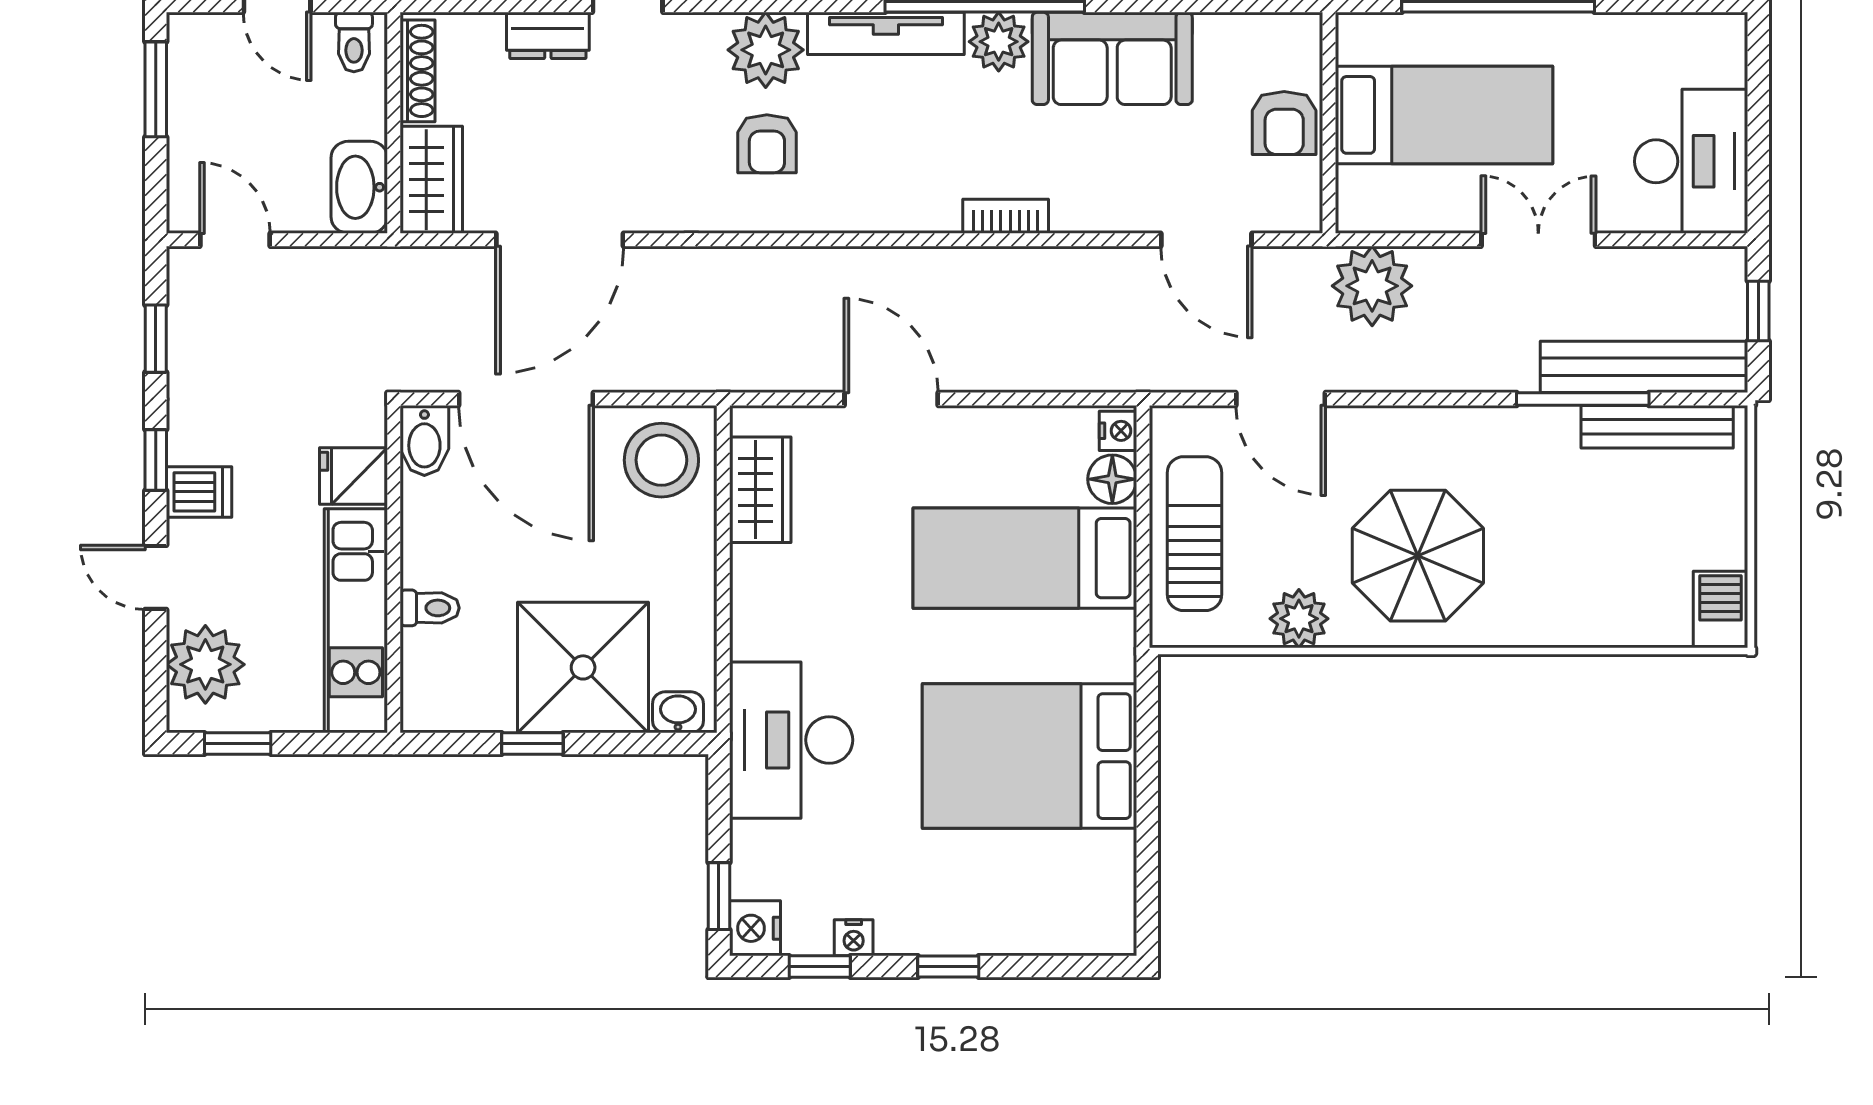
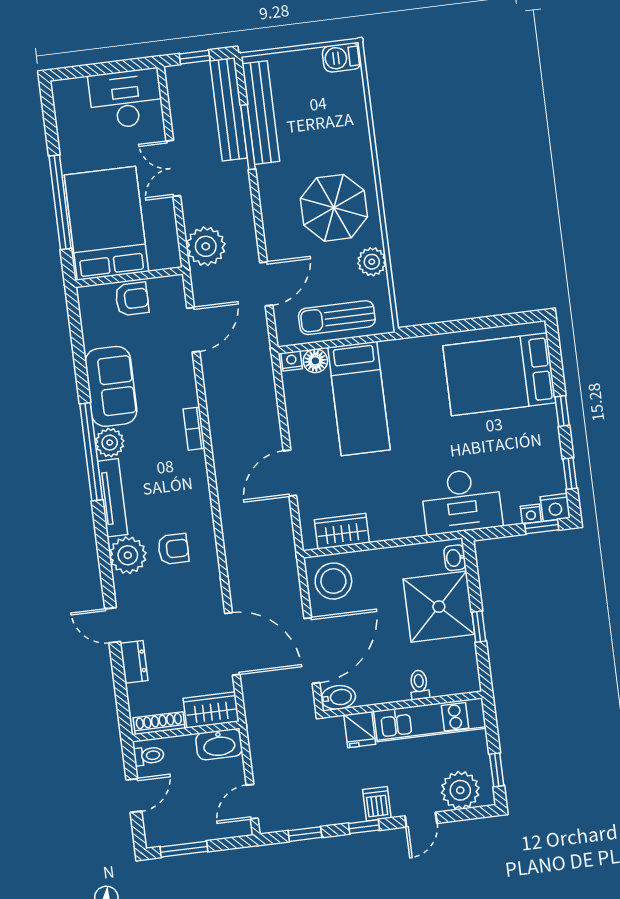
bed: (1444, 115) -> (106, 223), width x1.50
bench: (1657, 427) -> (261, 113), width x1.37, depth x1.21
bed: (1029, 756) -> (499, 374), moved, turned 90
nightstand: (854, 938) -> (531, 514), moved, turned 90

